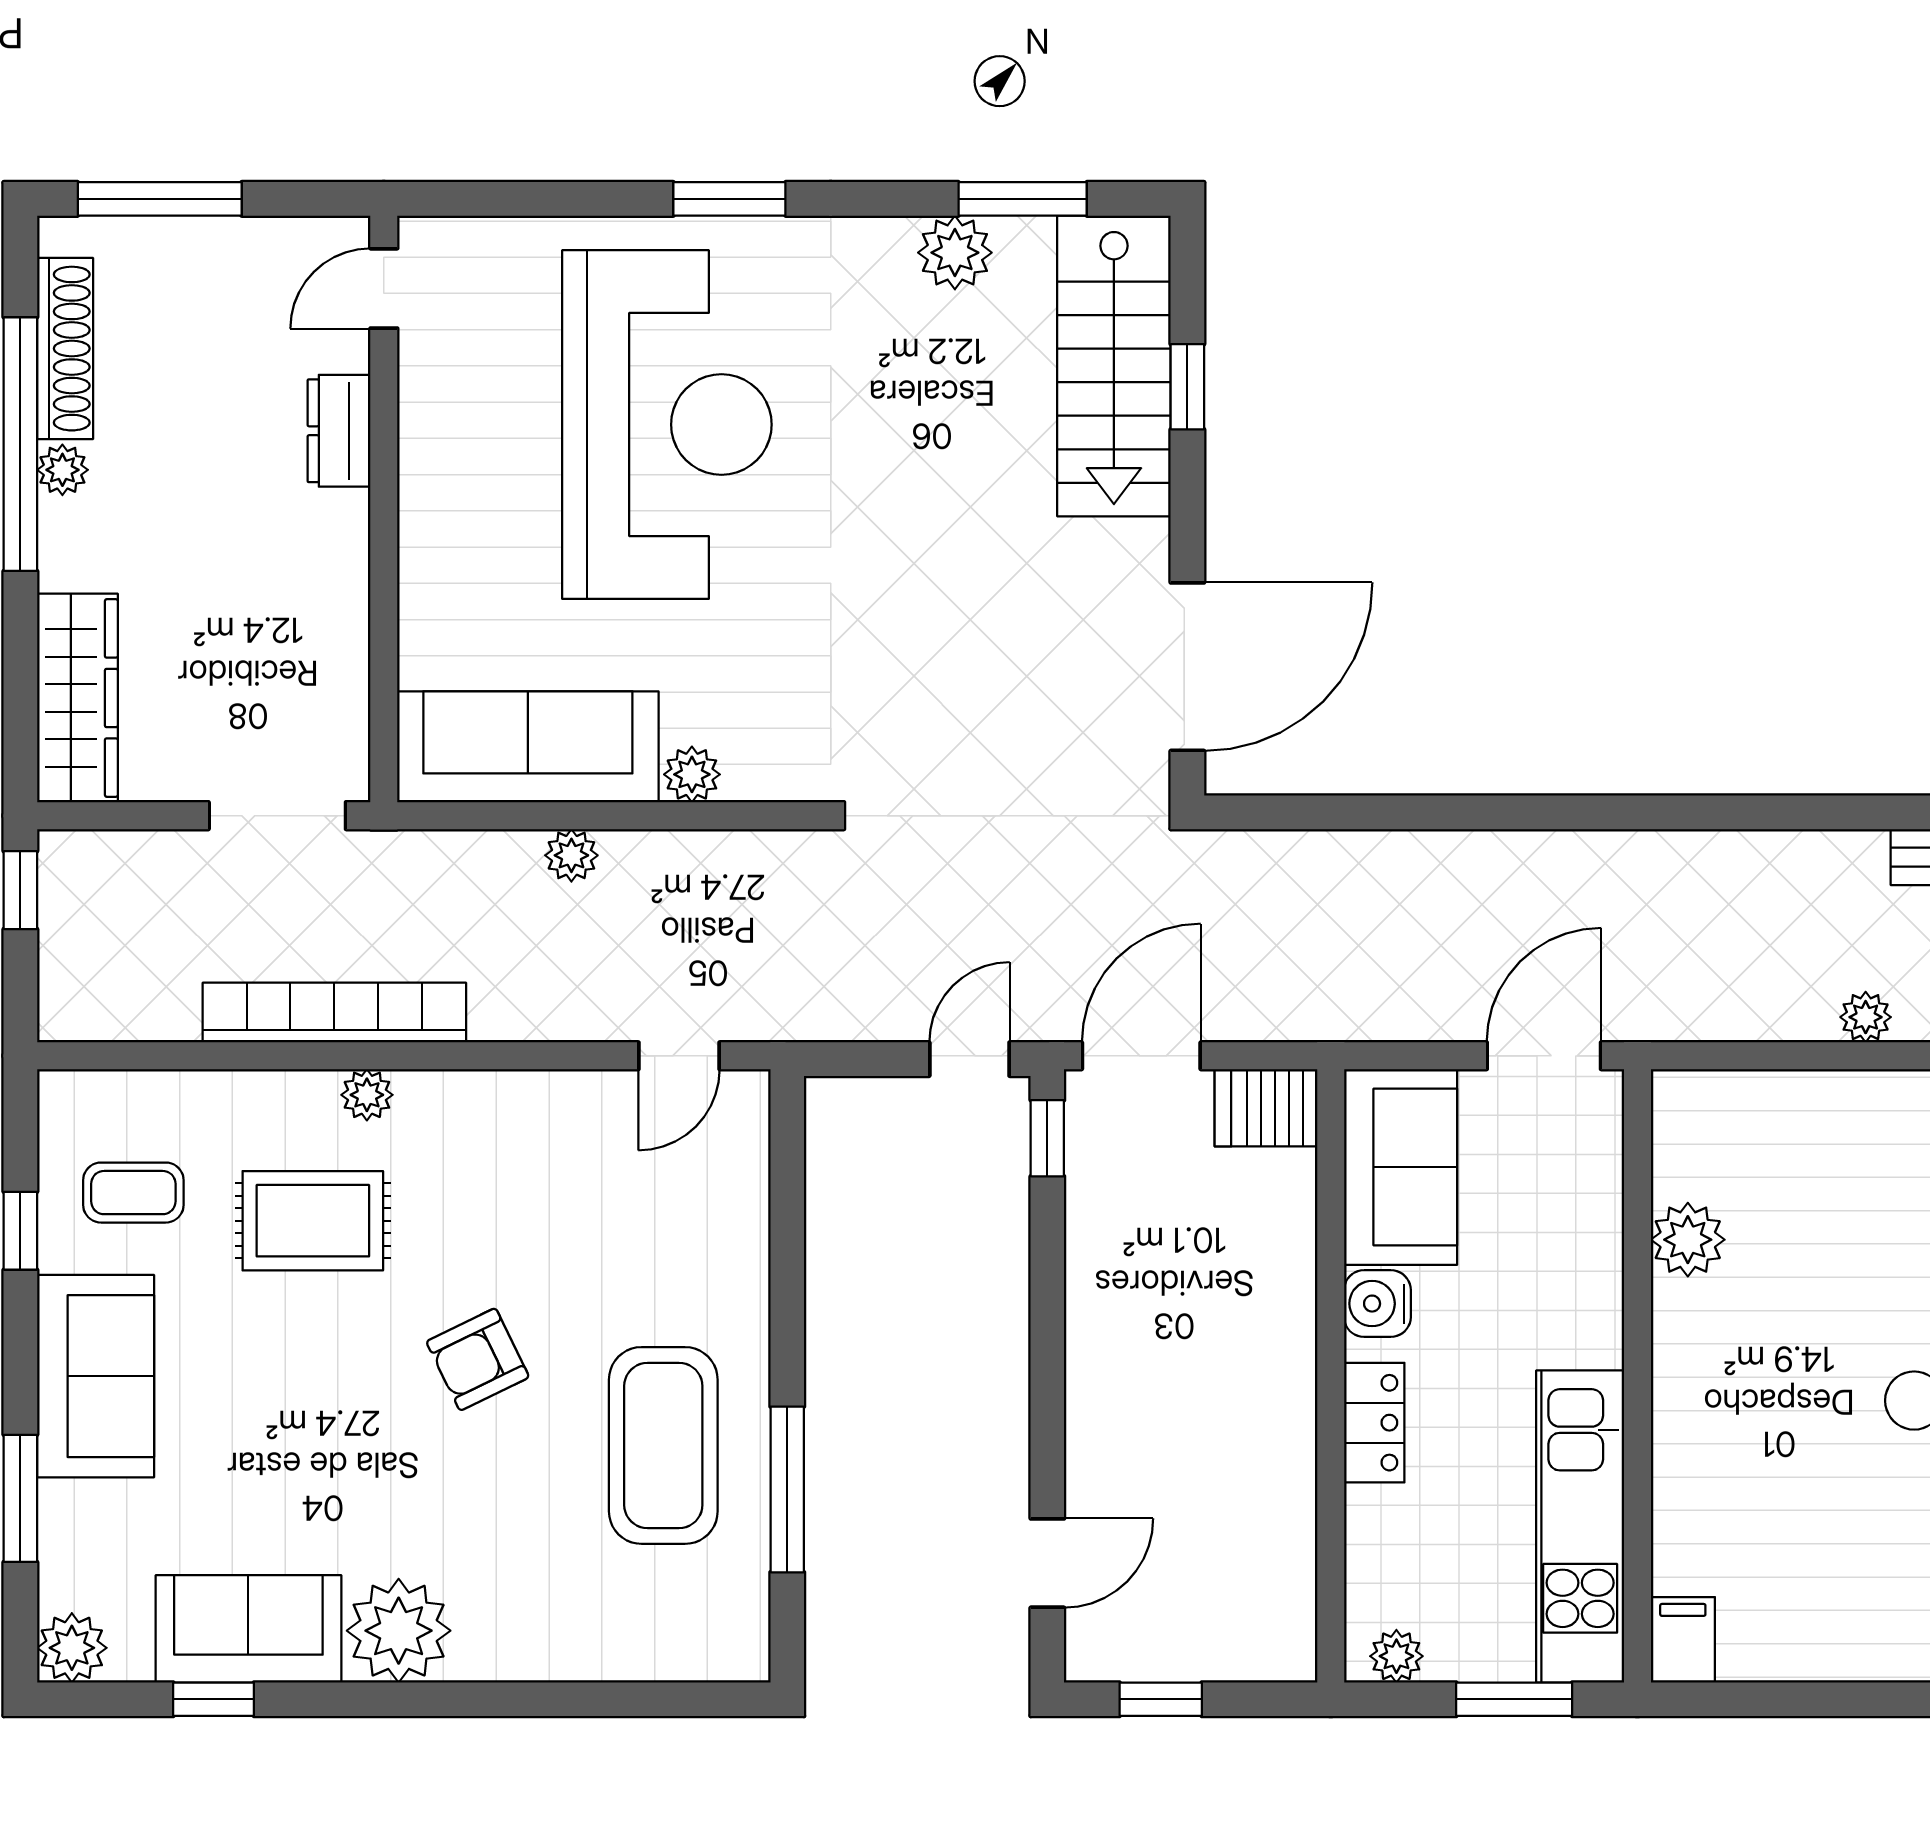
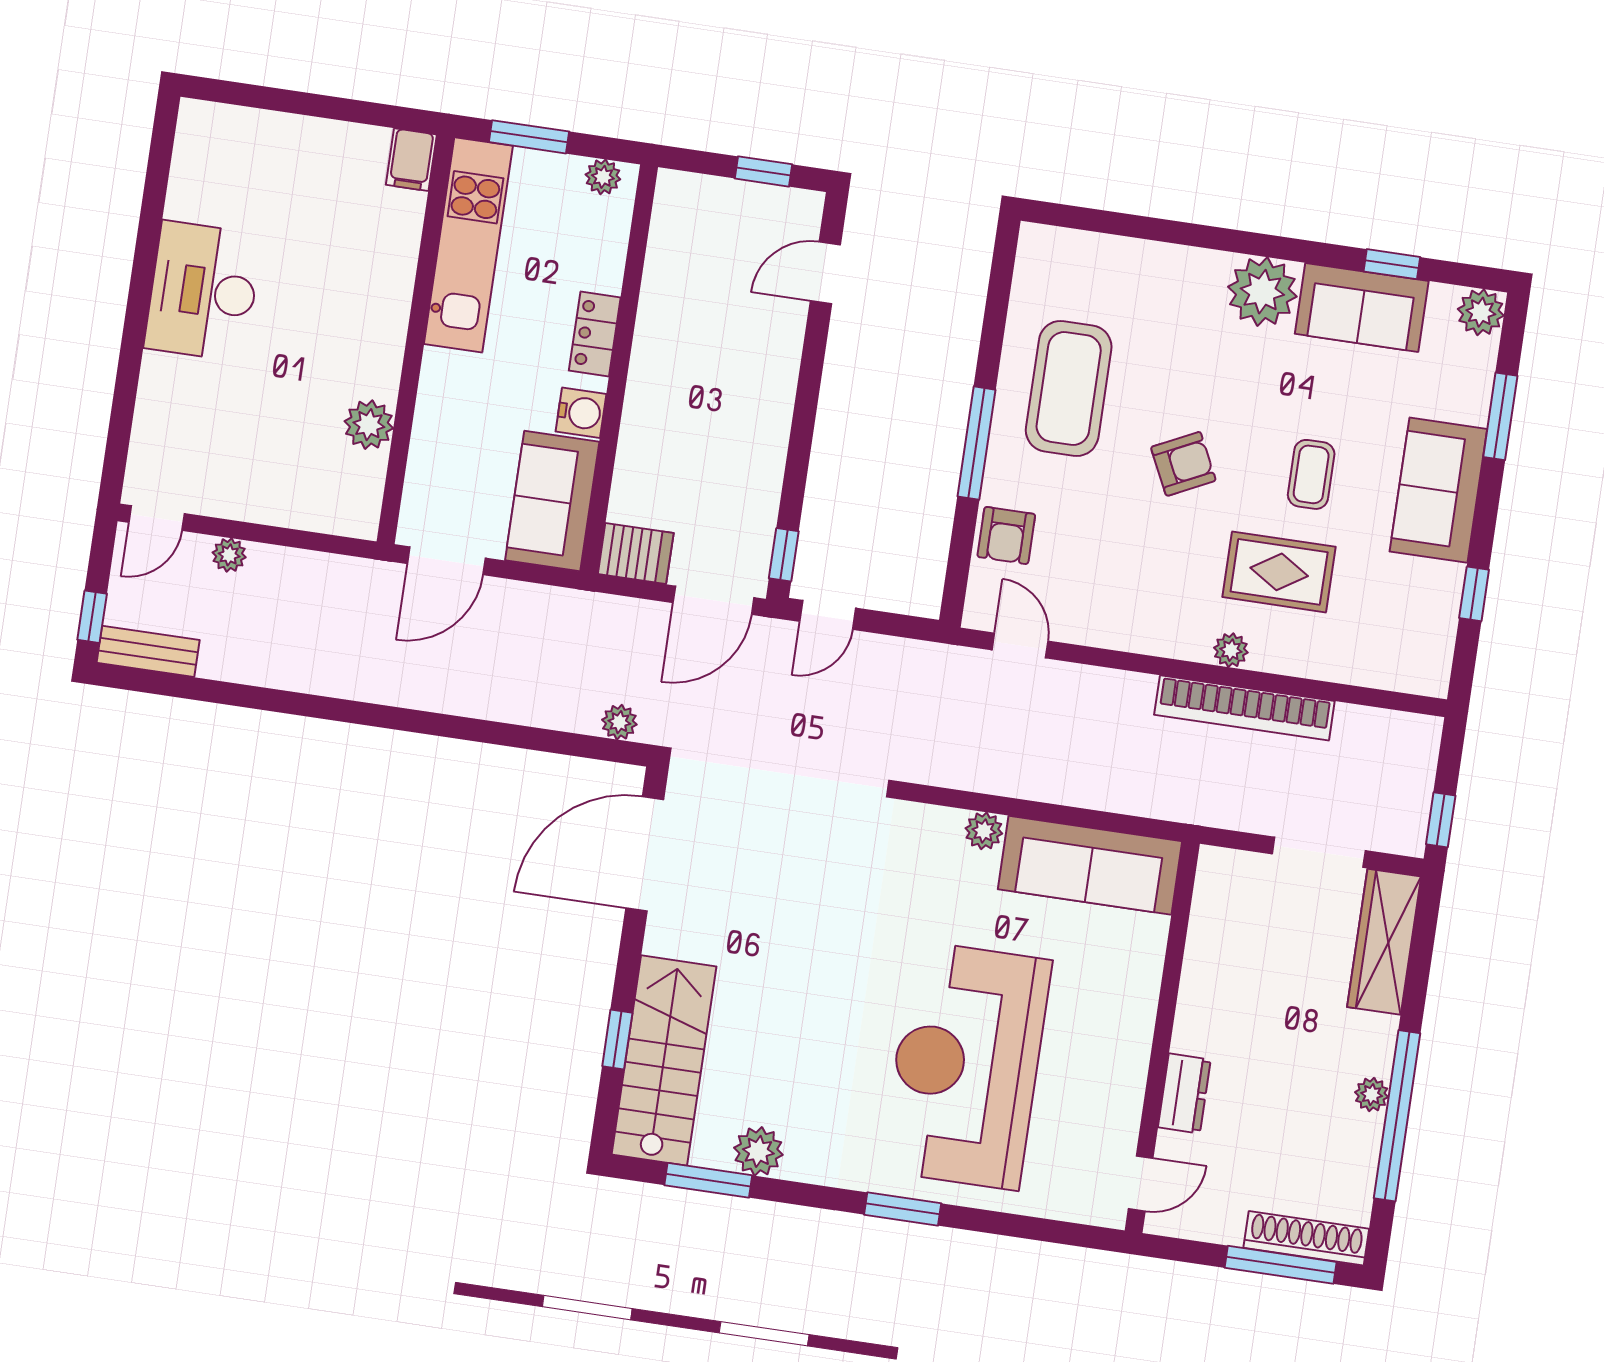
shoe rack: (65, 349) -> (1306, 1238), moved, turned 90
doorway: (277, 816) -> (1319, 852), moved
plant: (571, 855) -> (619, 722), moved
door: (679, 1056) -> (1020, 645), hinge flipped
coffee table: (133, 1193) -> (1311, 474), moved, turned 90
armchair: (723, 1215) -> (1006, 535), added
window: (787, 1489) -> (977, 443), moved

